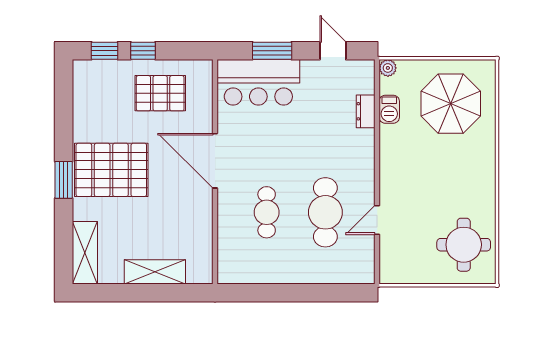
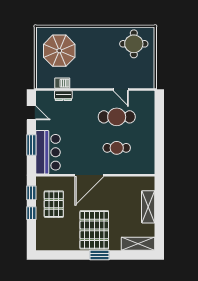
window: (105, 51) -> (31, 193), moved
door: (333, 51) -> (31, 113), swing flipped
plant: (388, 68) -> (40, 84), removed

